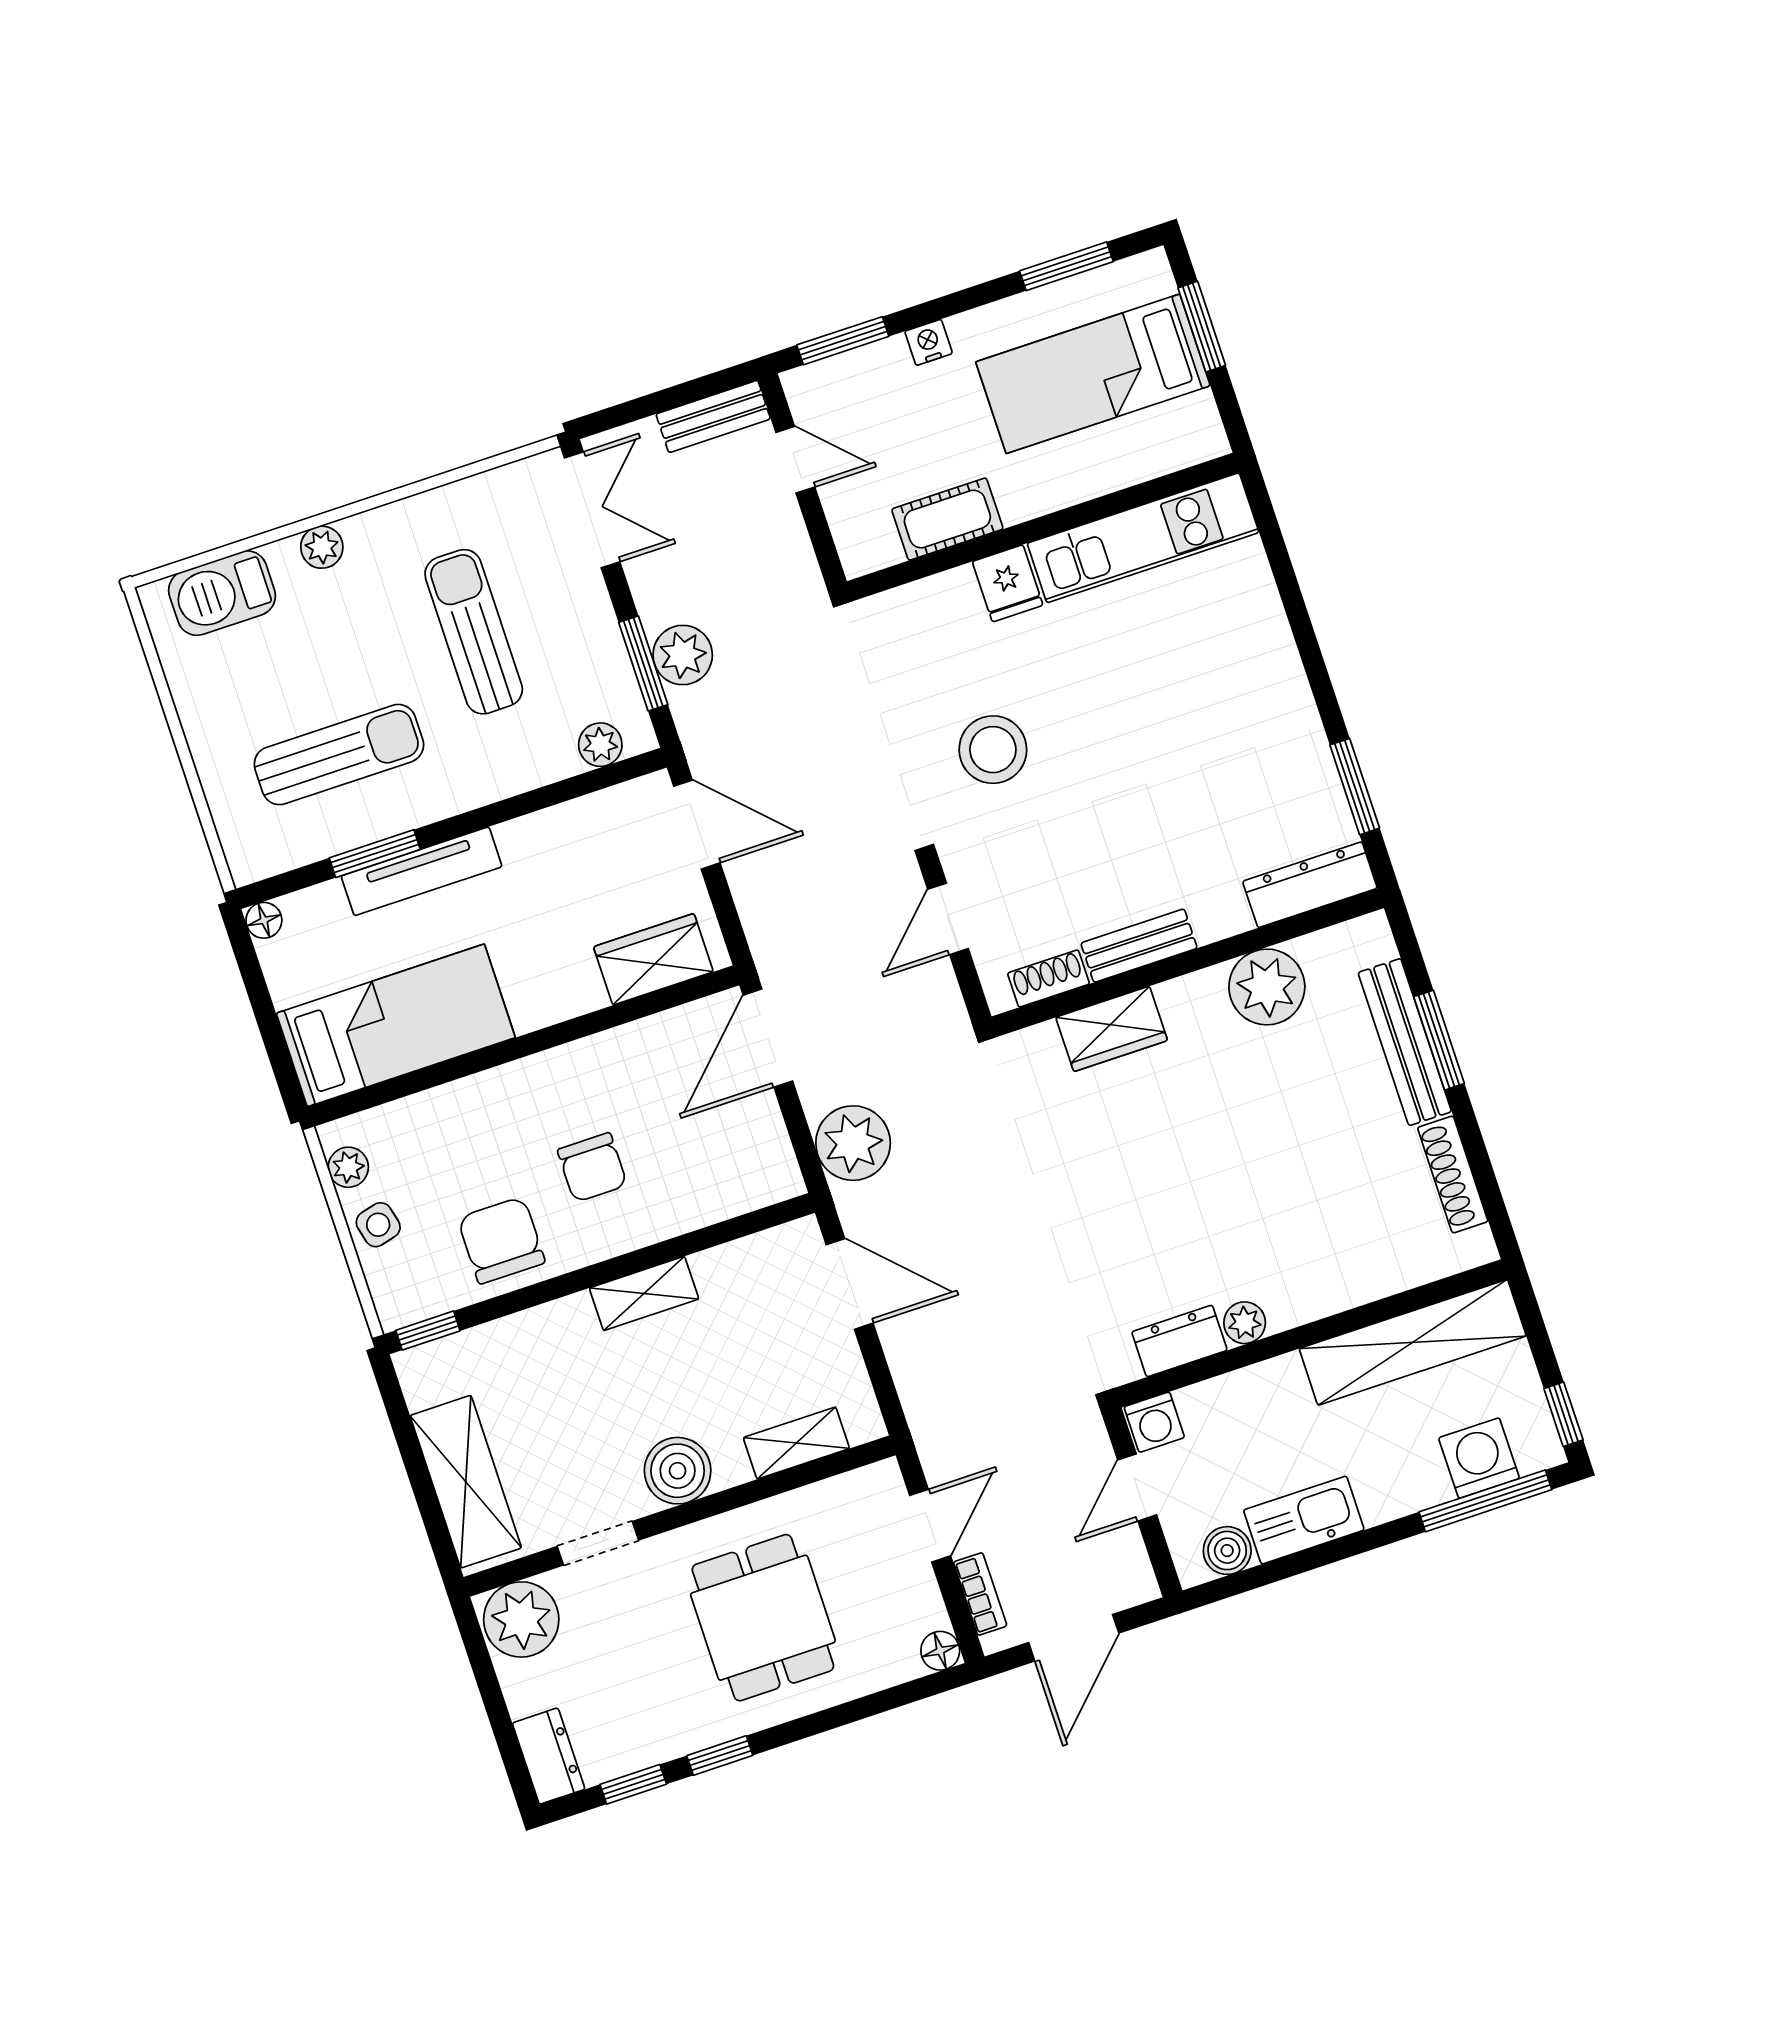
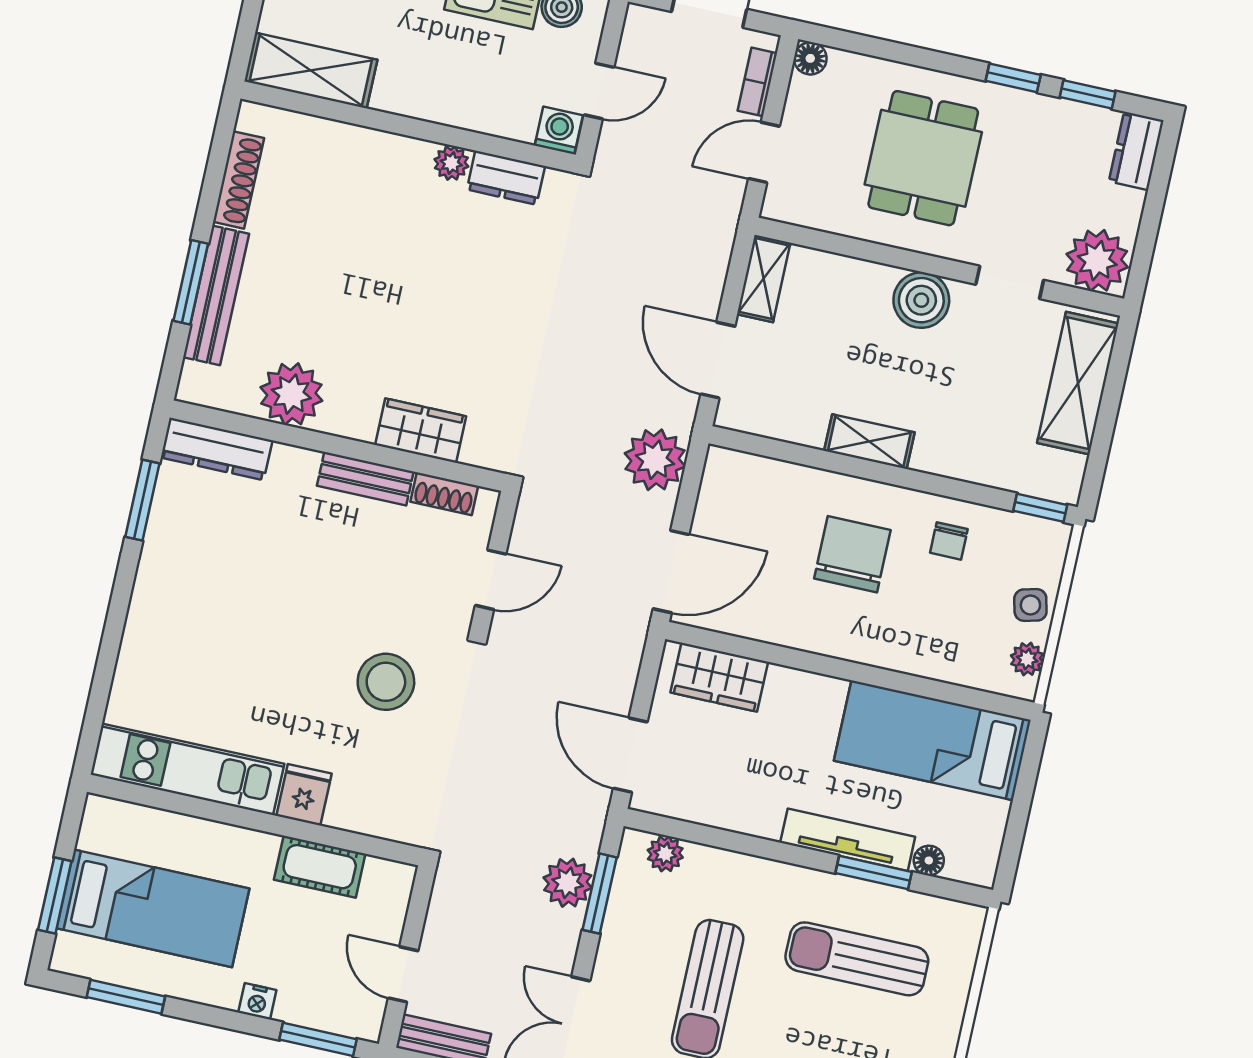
floor lamp: (264, 920) -> (929, 860), moved
chair: (592, 1167) -> (852, 554), width x1.37, depth x1.37
chair: (501, 1240) -> (949, 541), width x0.54, depth x0.54
shelving: (1413, 1342) -> (311, 70), width x0.68
shelving: (796, 1443) -> (764, 279), moved, turned 90

